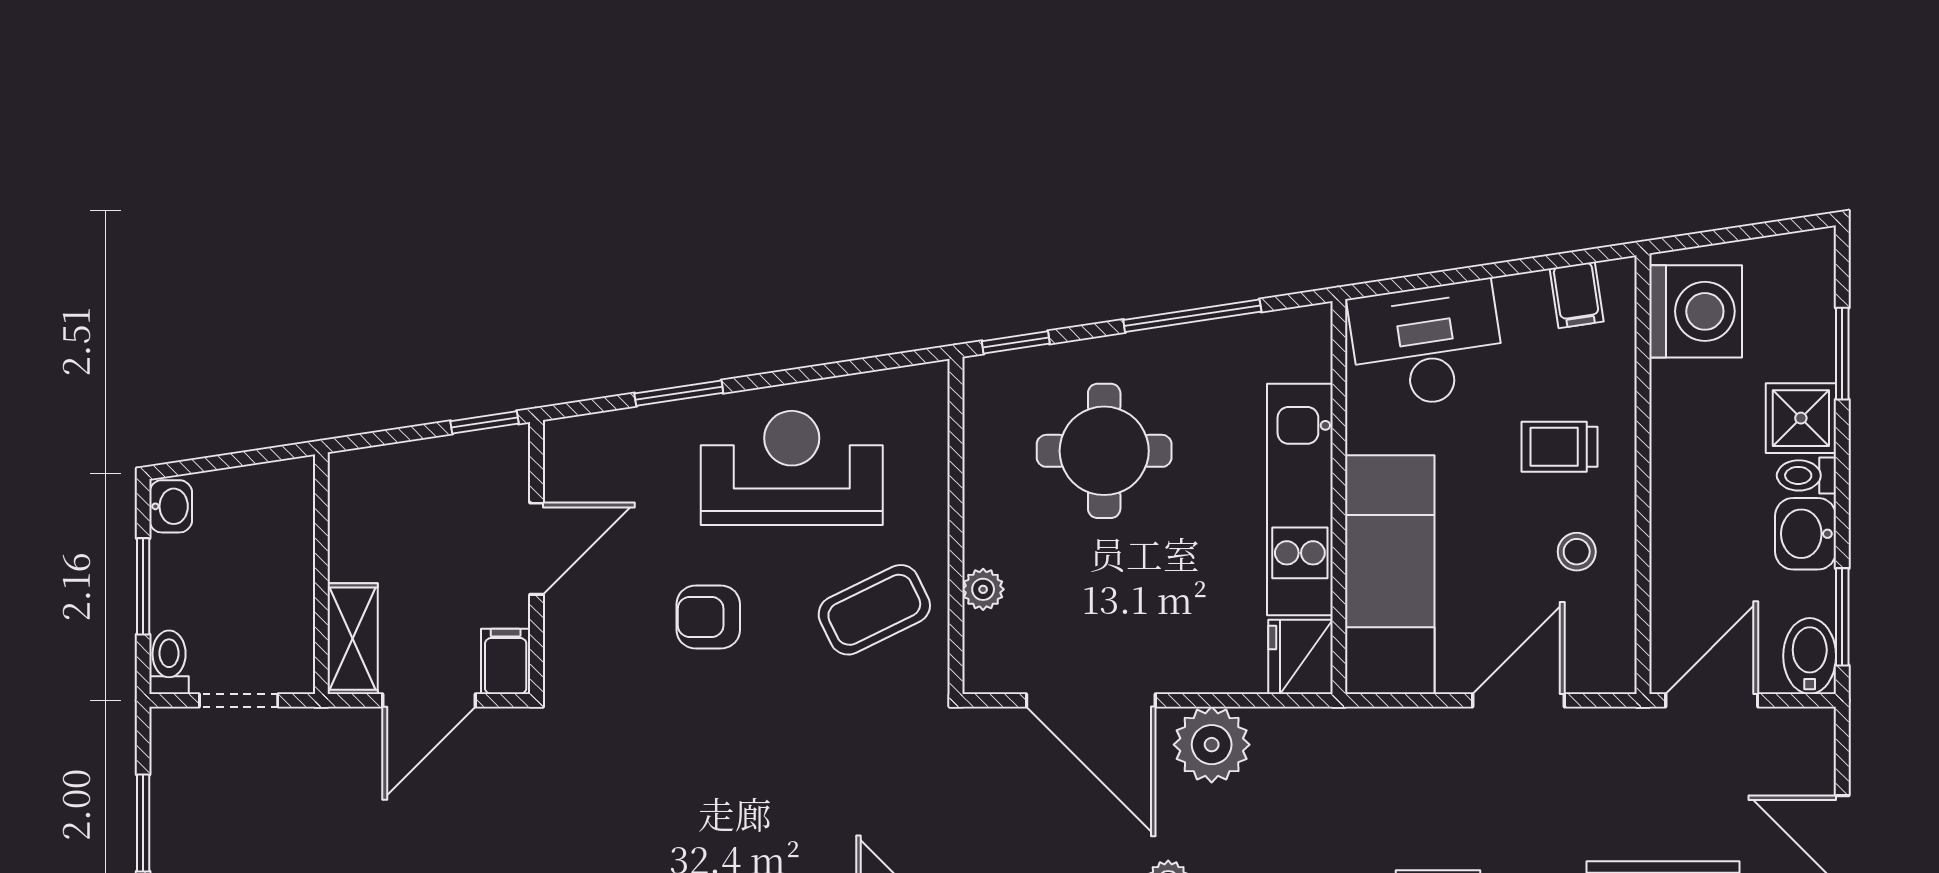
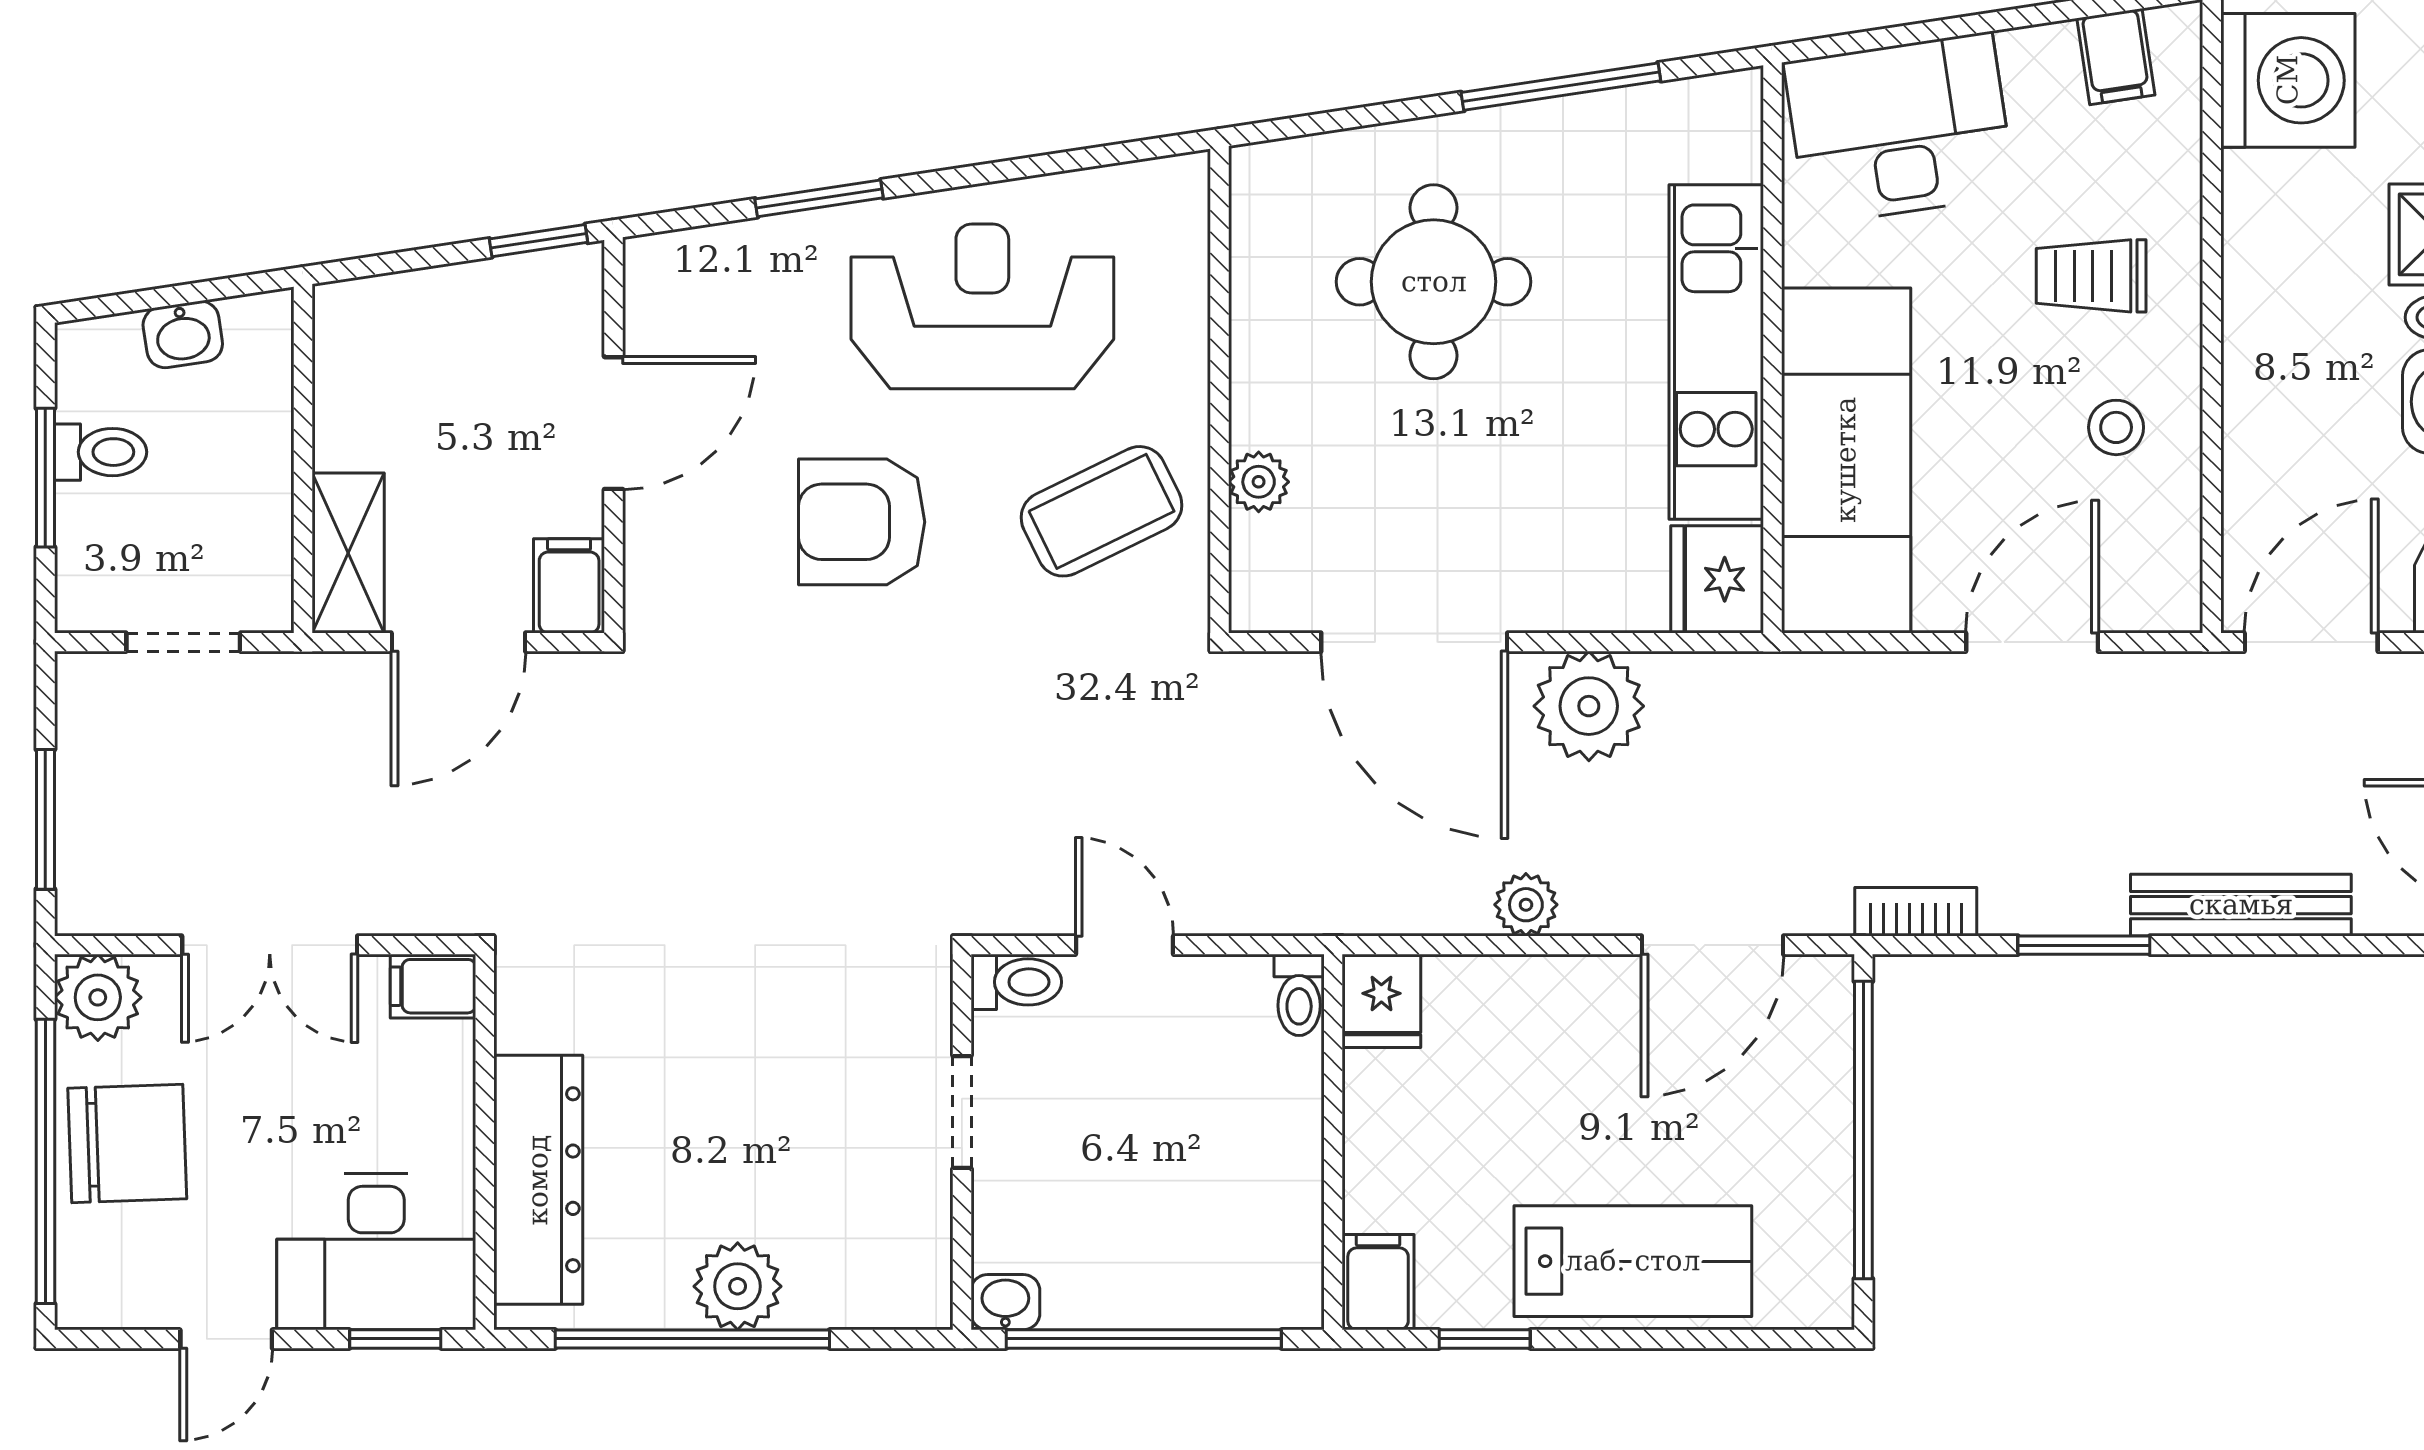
window: (1016, 342) -> (1306, 125), removed
washbasin: (171, 506) -> (183, 334), moved, turned 81
armchair: (708, 617) -> (862, 522), width x1.38, depth x1.38
toilet: (169, 662) -> (101, 452), moved, turned 90

